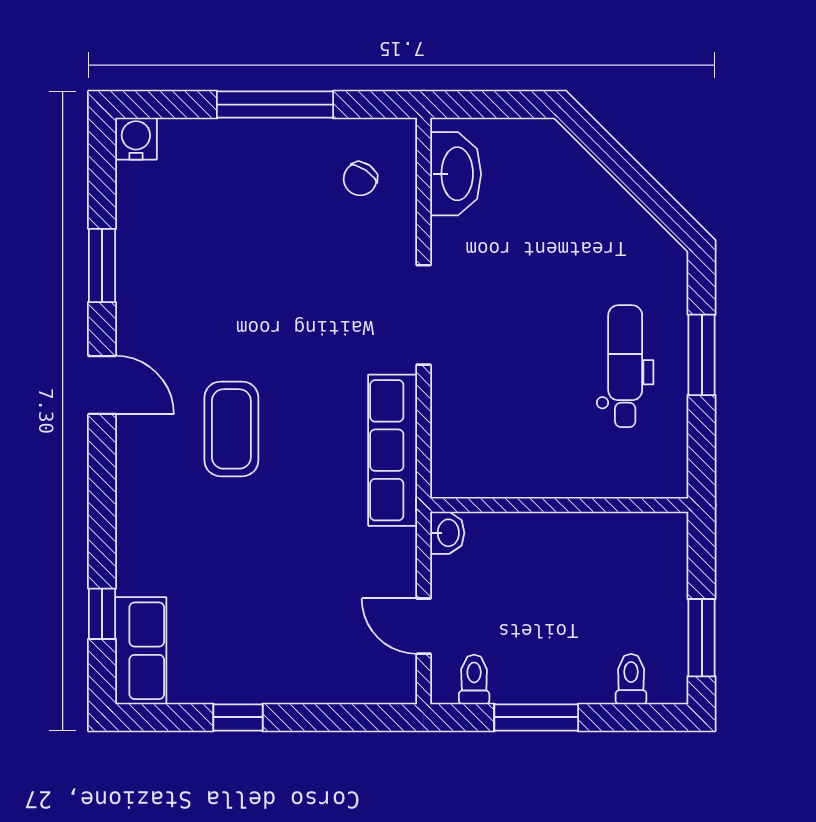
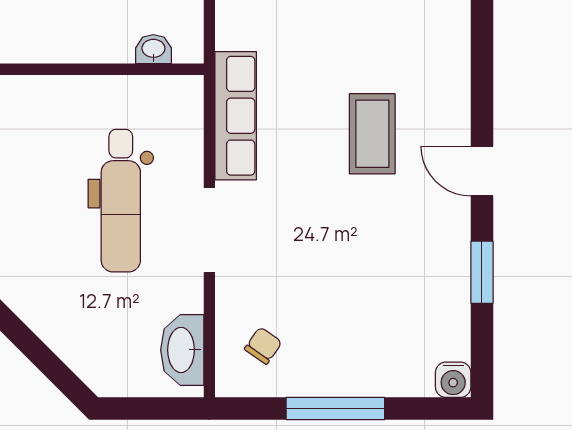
dental chair: (625, 366) -> (121, 201), moved, width x1.36, depth x1.38
washbasin: (447, 533) -> (153, 49), moved, turned 90

